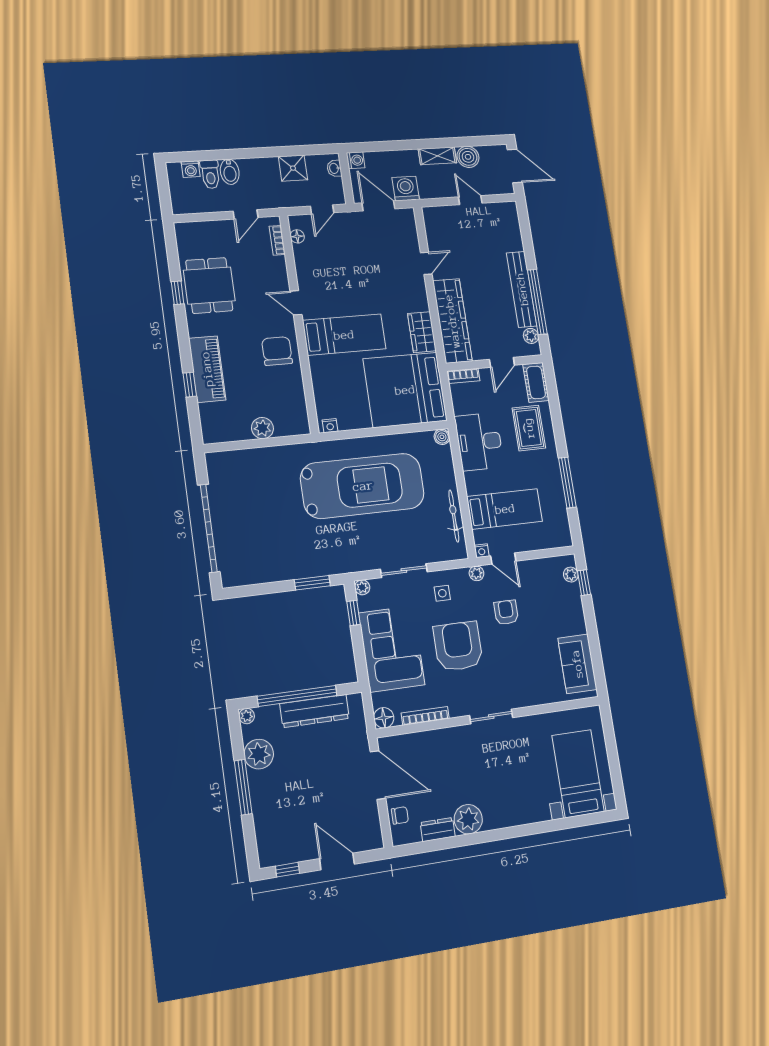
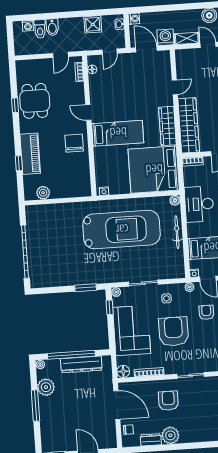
shelving: (437, 156) -> (187, 38), moved
wardrobe: (422, 332) -> (167, 126), width x1.50
plant: (262, 428) -> (43, 193), moved
bicycle: (454, 516) -> (177, 232), moved
armchair: (460, 761) -> (168, 401), added

